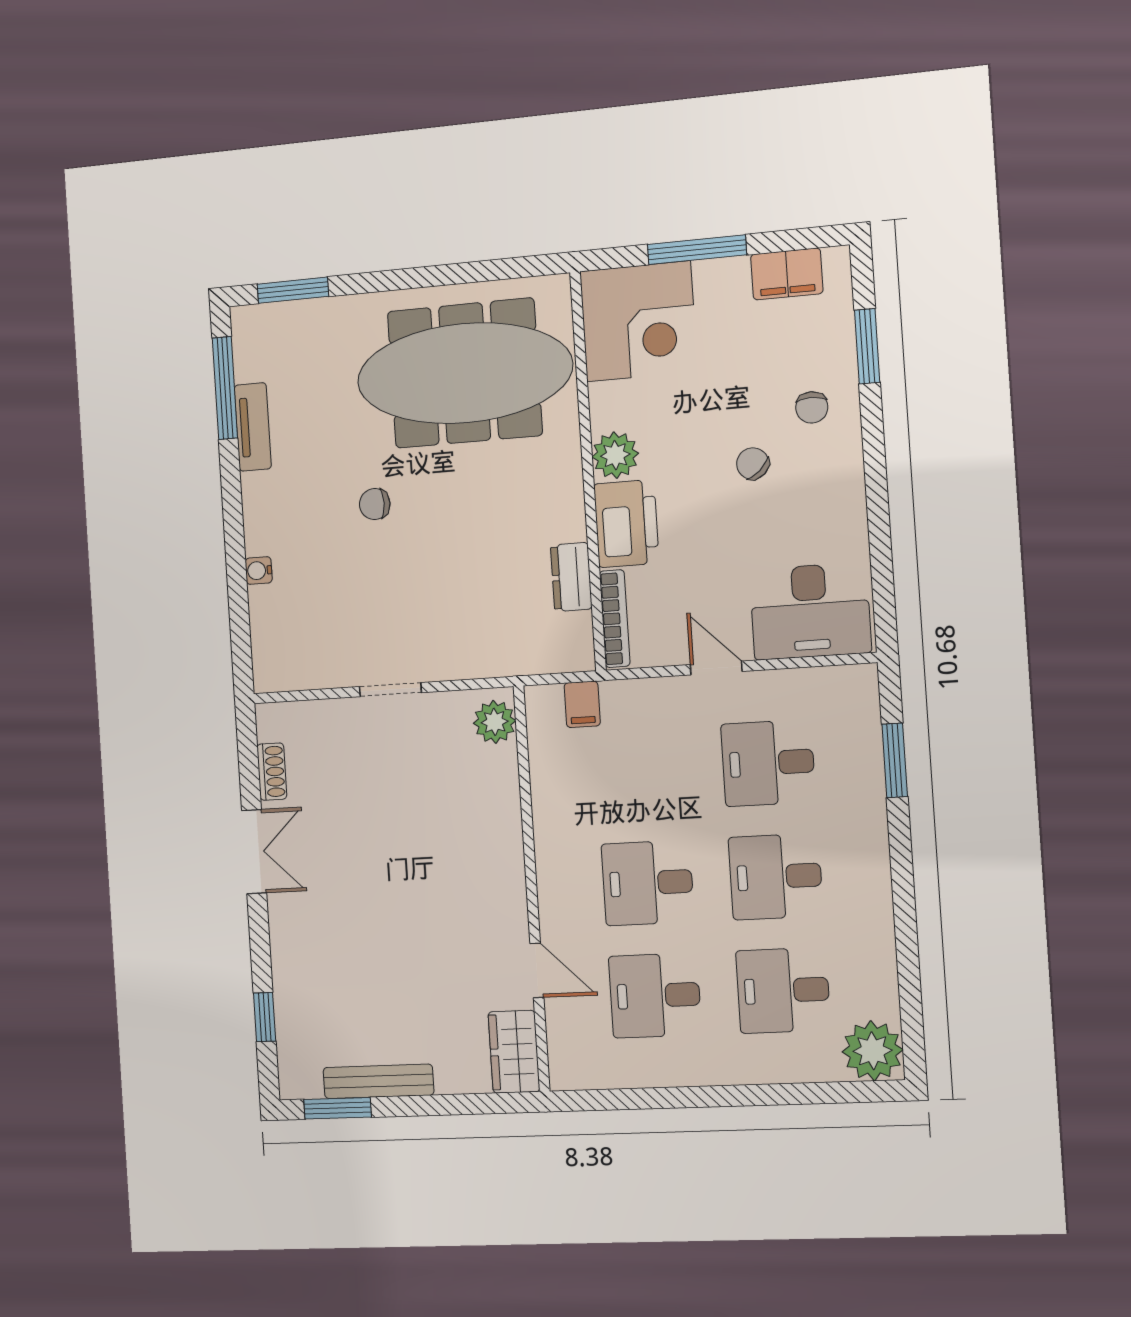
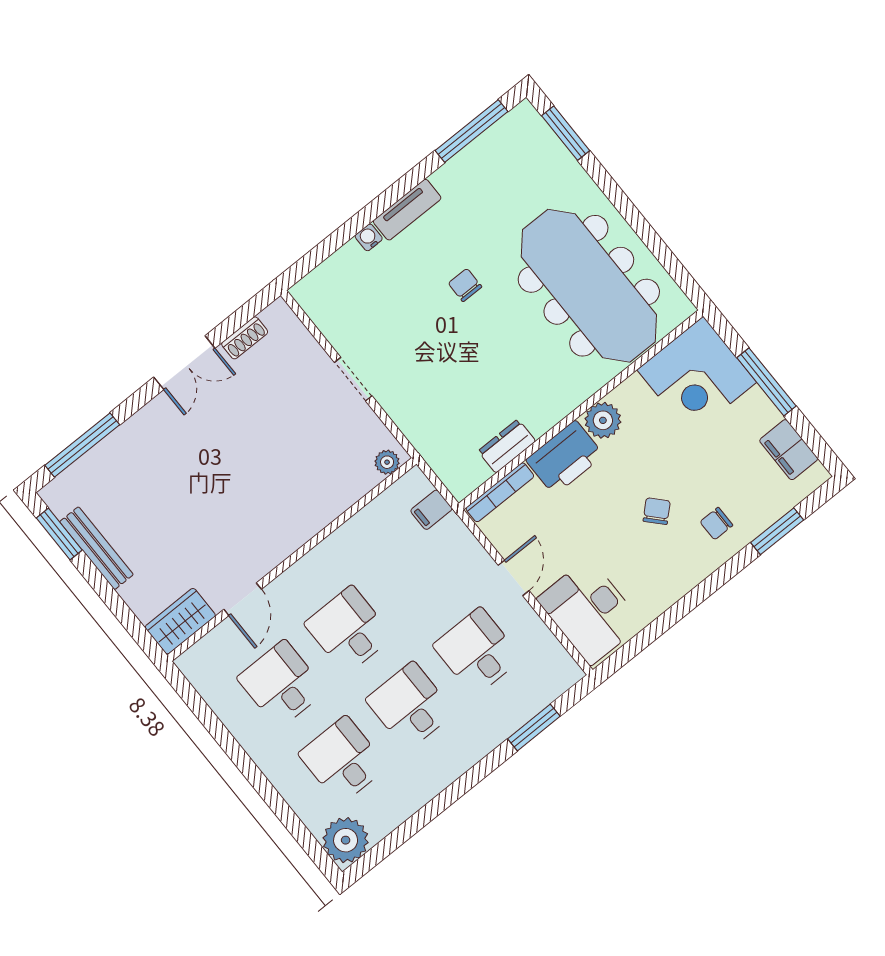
tv unit: (253, 427) -> (407, 210), moved
plant: (495, 722) -> (387, 462), width x0.73, depth x0.73
window: (265, 1017) -> (82, 445), width x2.17

